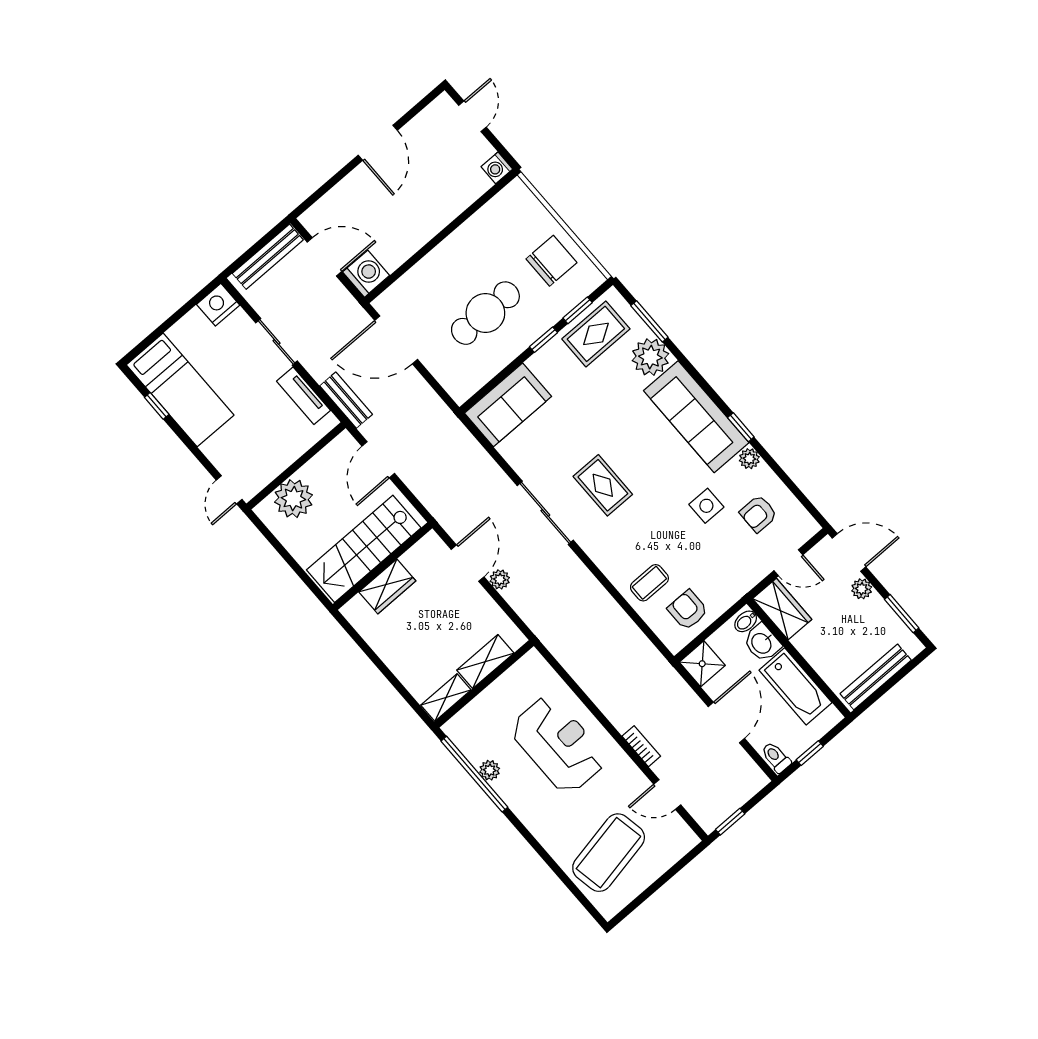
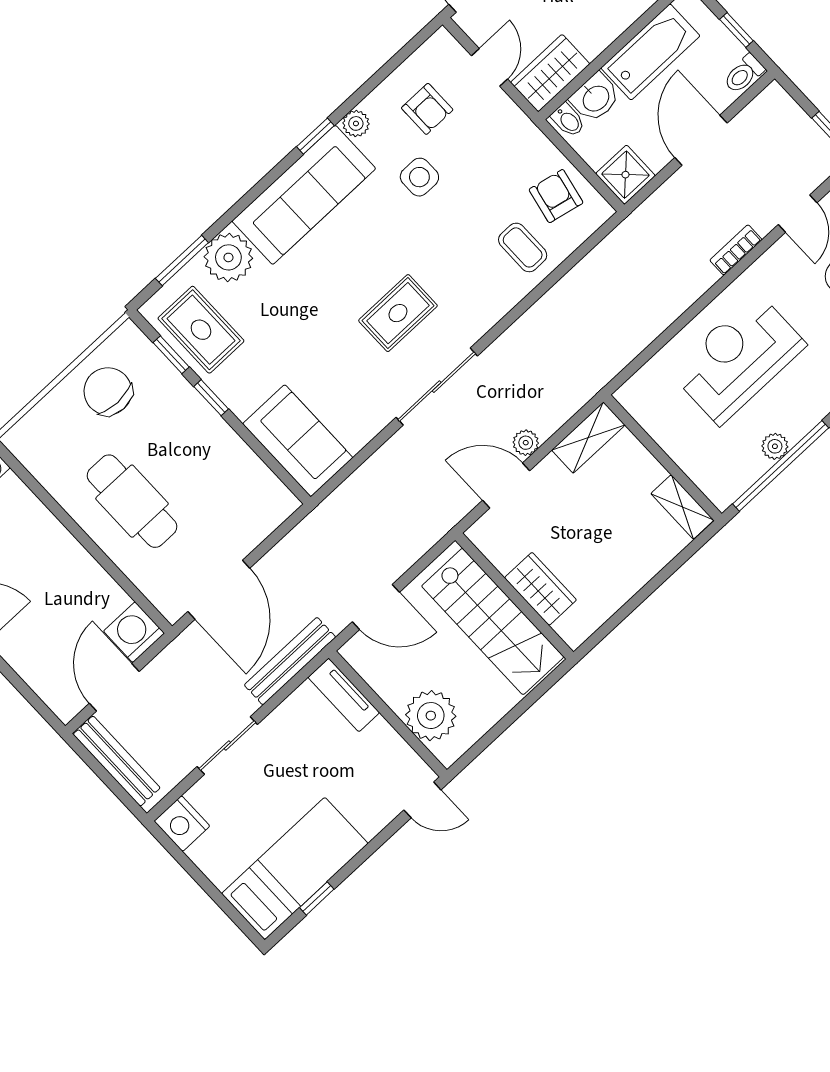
cafe table: (485, 313) -> (132, 501), moved
tv unit: (304, 396) -> (344, 695), moved, turned 90
bench: (346, 400) -> (290, 661), width x1.36
armchair: (688, 610) -> (556, 196), turned 102
shelving: (485, 662) -> (588, 438), moved, turned 90
door: (726, 723) -> (701, 140), hinge flipped

